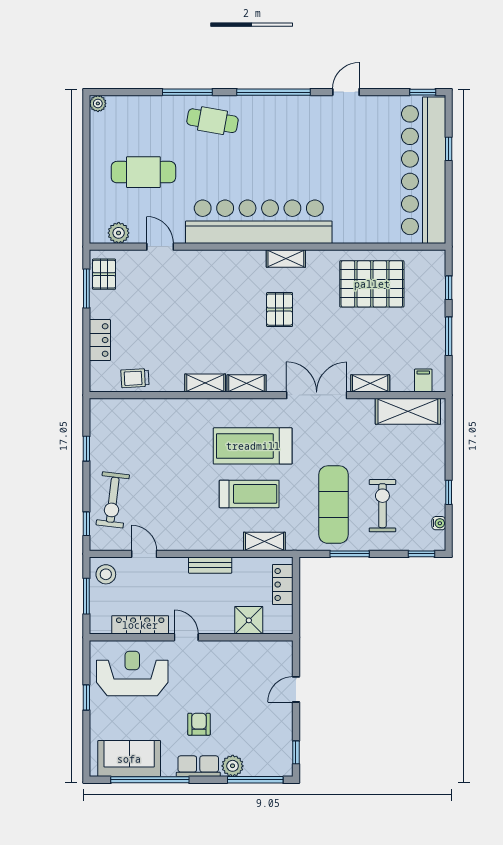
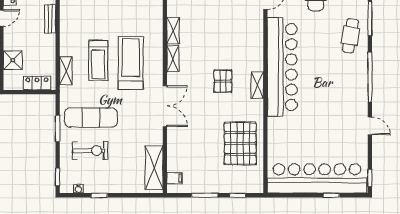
pallet: (280, 310) -> (223, 81), turned 90
shelving: (370, 383) -> (173, 142), removed
bench: (210, 565) -> (50, 19), moved

